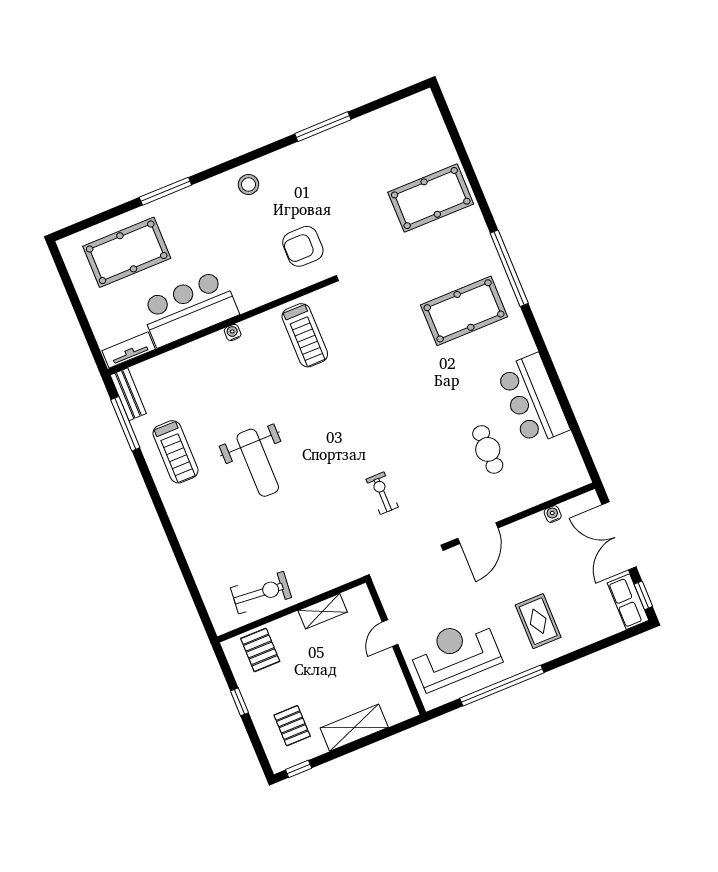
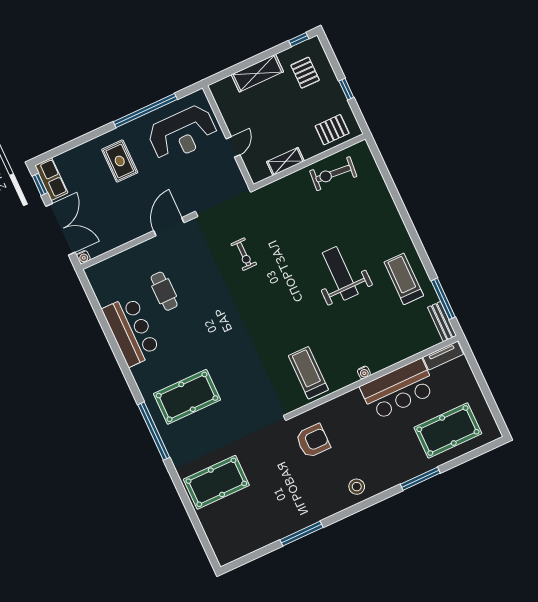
water cooler: (553, 514) -> (83, 257), moved
pallet: (260, 650) -> (332, 130), turned 90

